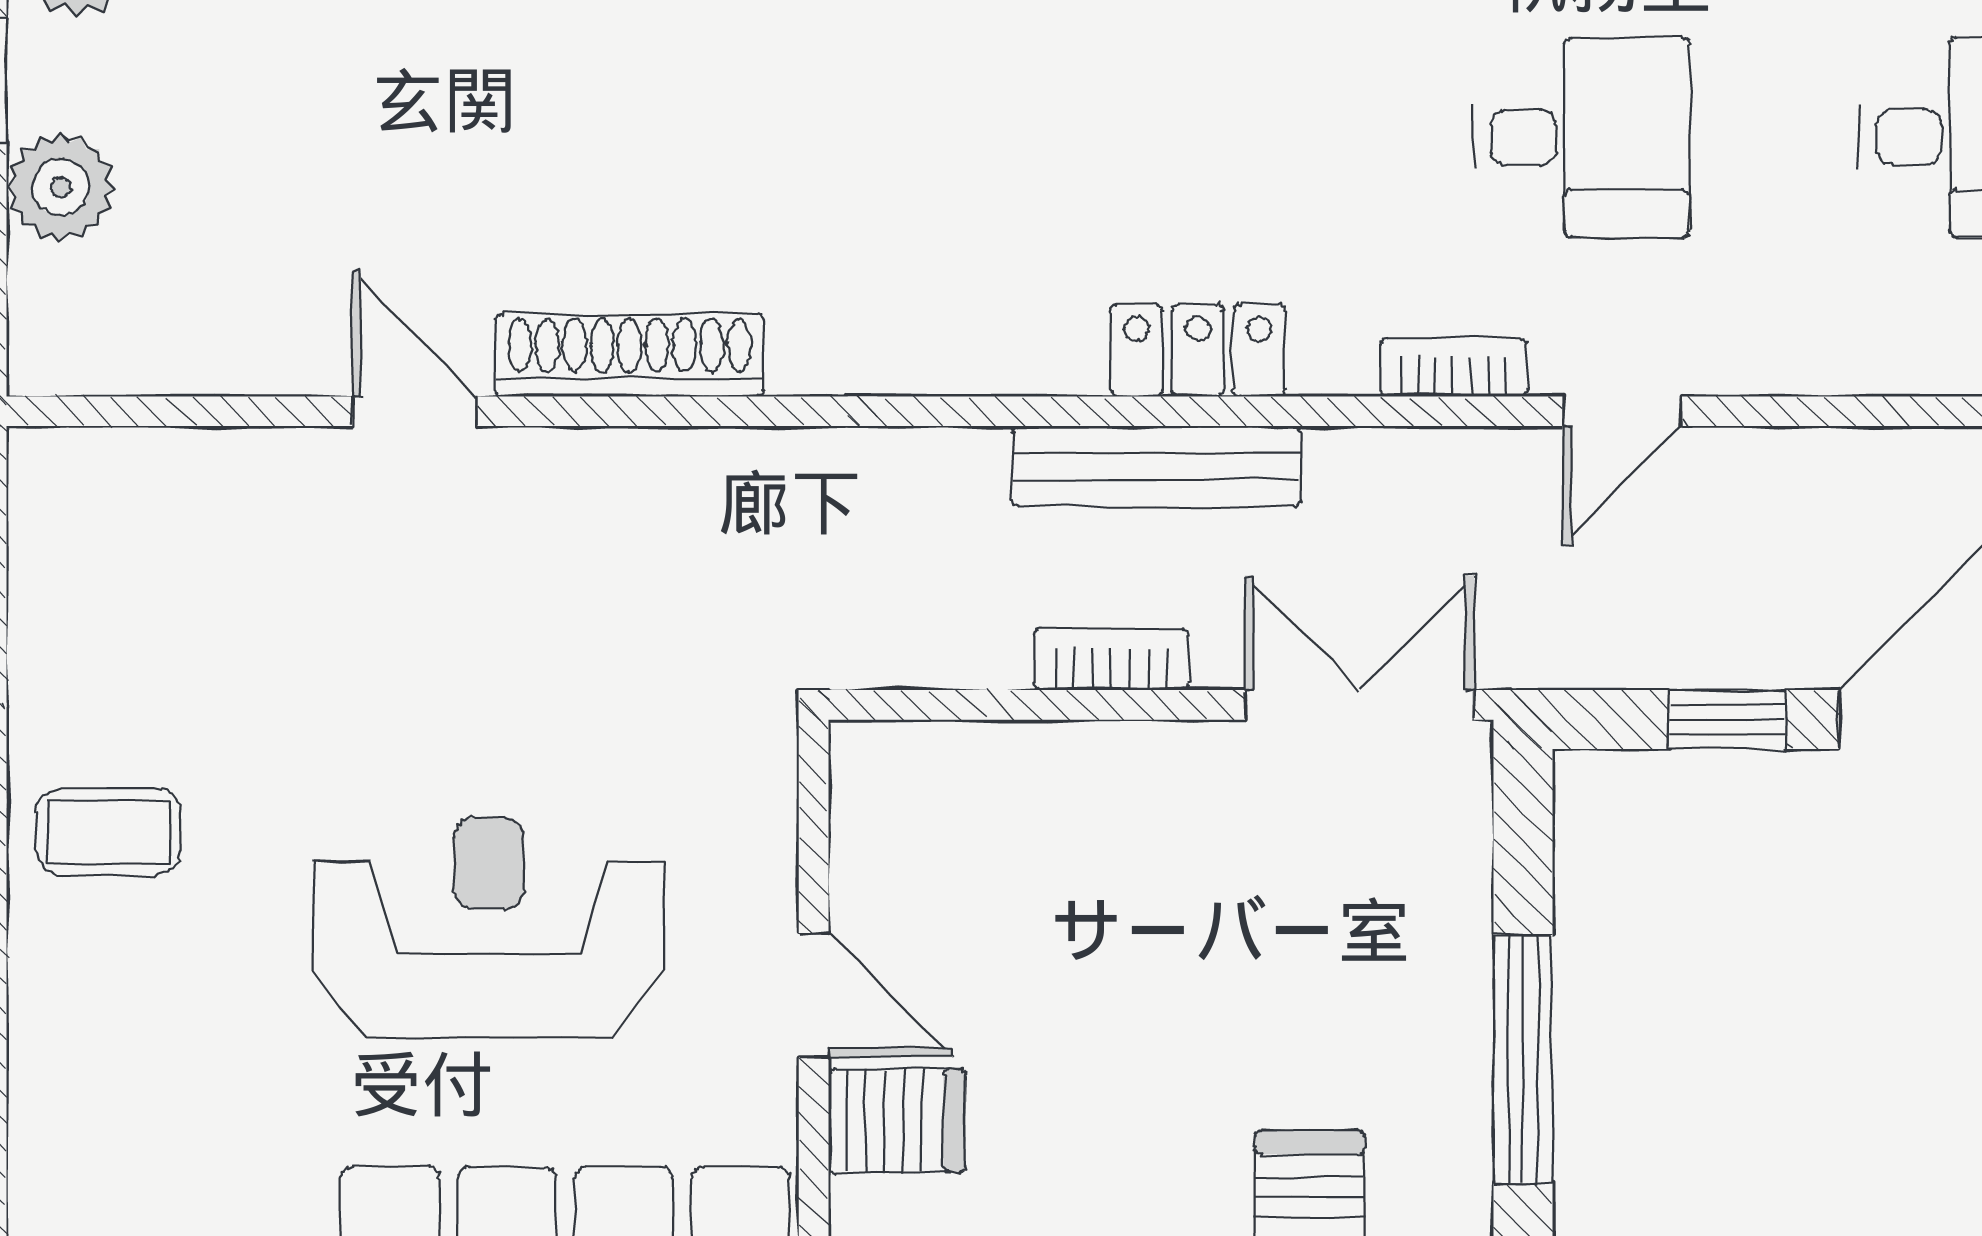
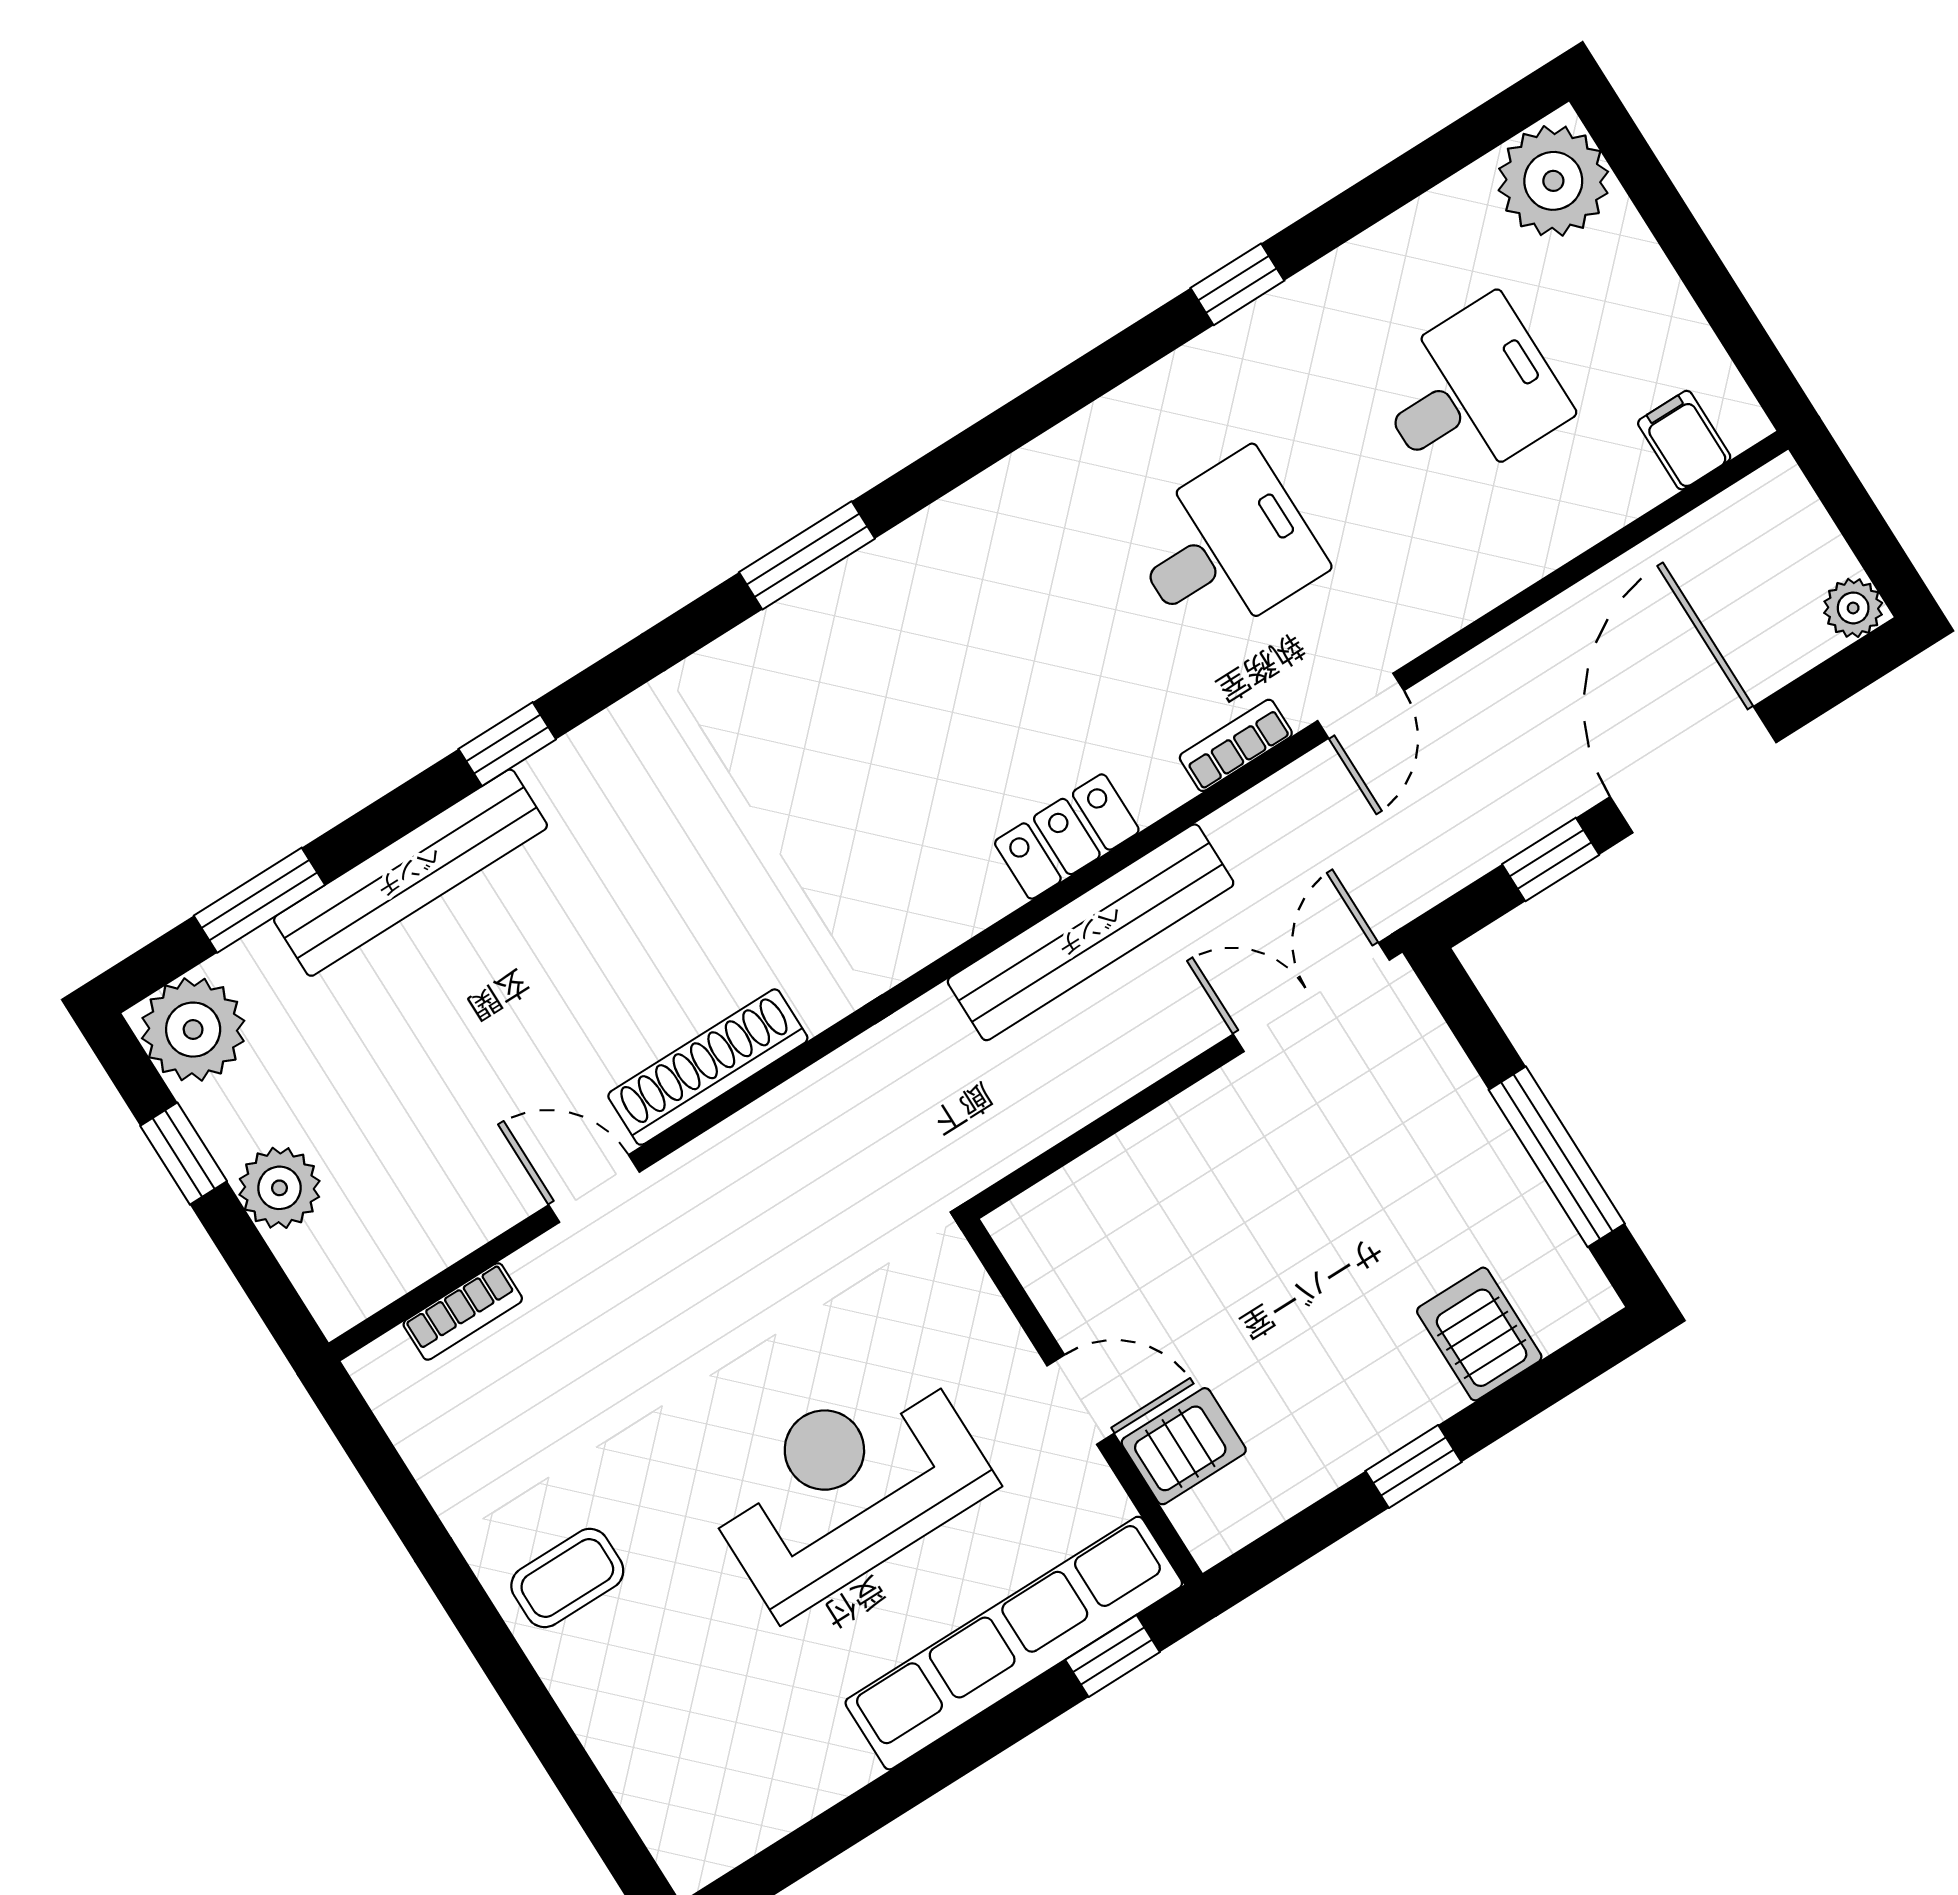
bench: (1157, 466) -> (1091, 932), width x1.37, depth x1.21
bookcase: (1112, 659) -> (463, 1311), moved, turned 180

